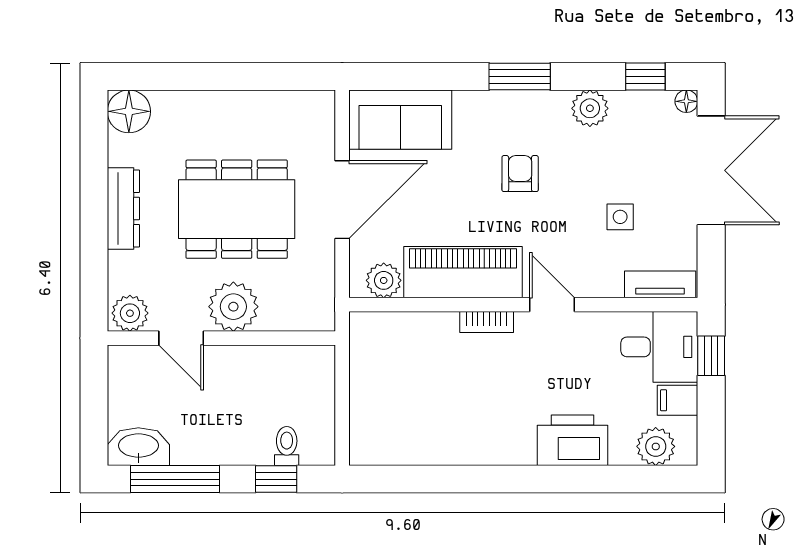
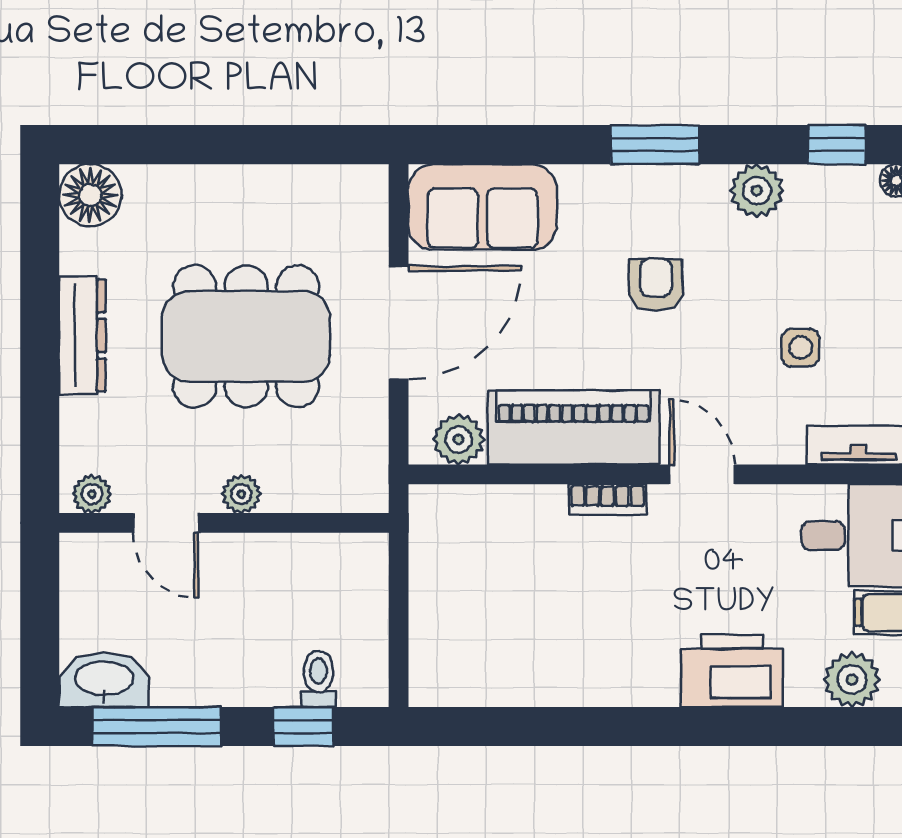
plant: (233, 307) -> (241, 494), width x0.53, depth x0.53
plant: (130, 313) -> (92, 494), width x0.73, depth x0.73

